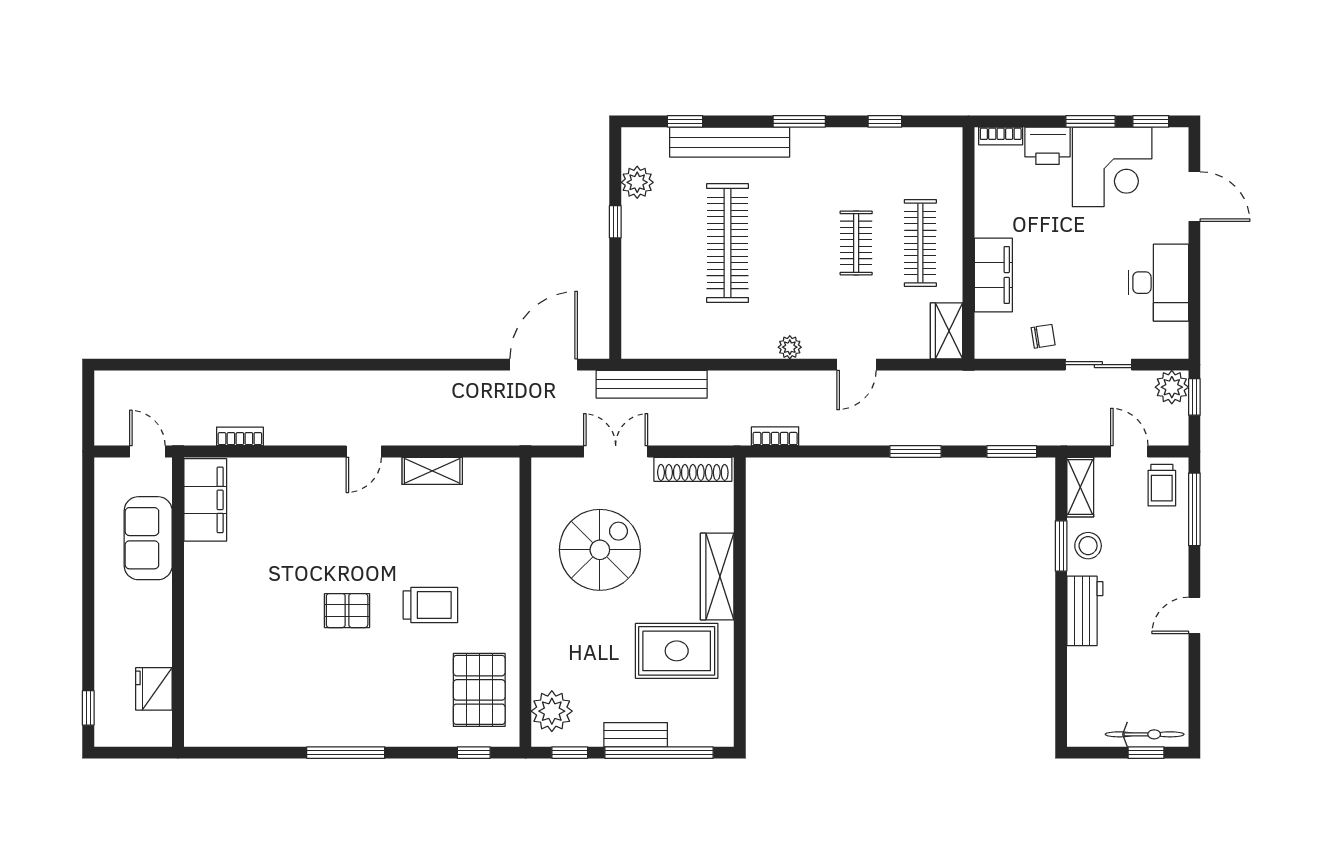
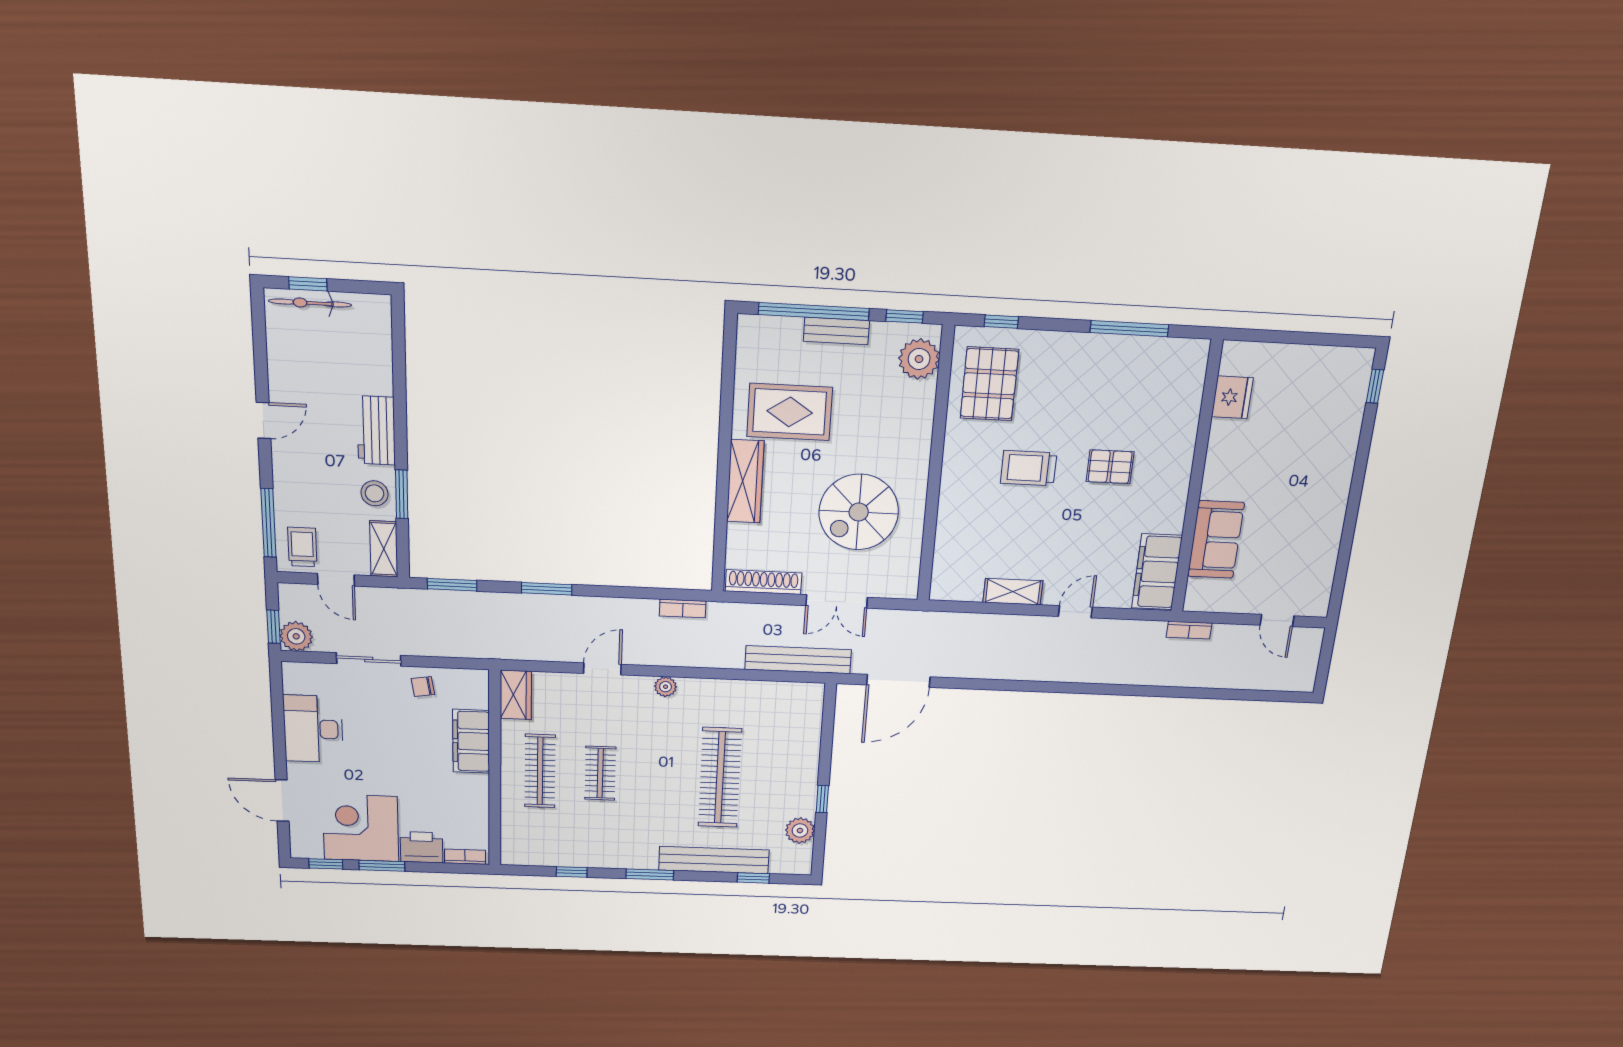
filing cabinet: (205, 500) -> (1157, 572), moved
sofa: (148, 538) -> (1216, 540), moved
wall: (178, 602) -> (1196, 479), moved
fridge: (154, 689) -> (1232, 397), moved

